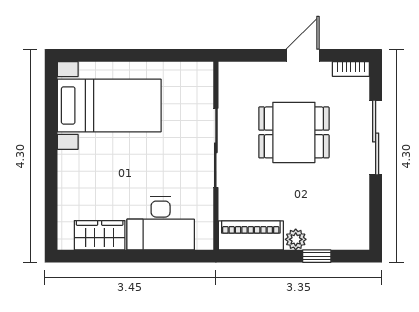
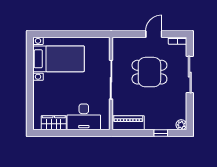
plant: (296, 239) -> (181, 125), moved

